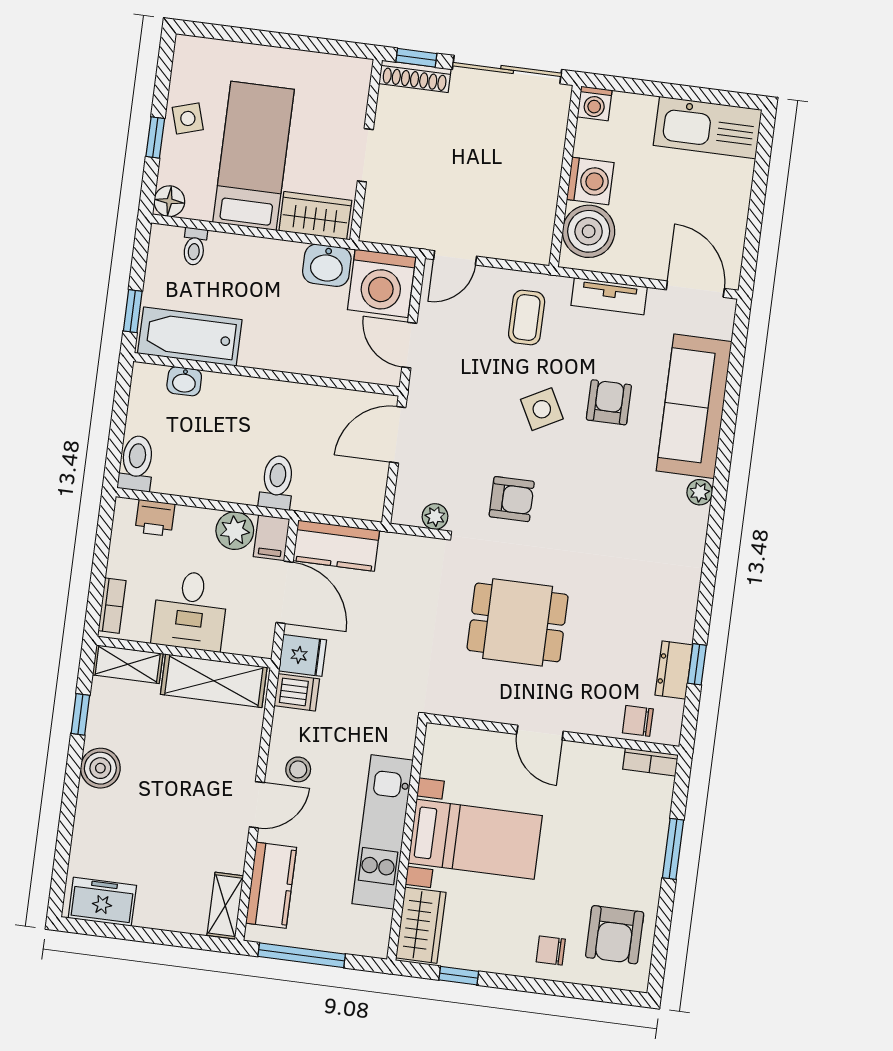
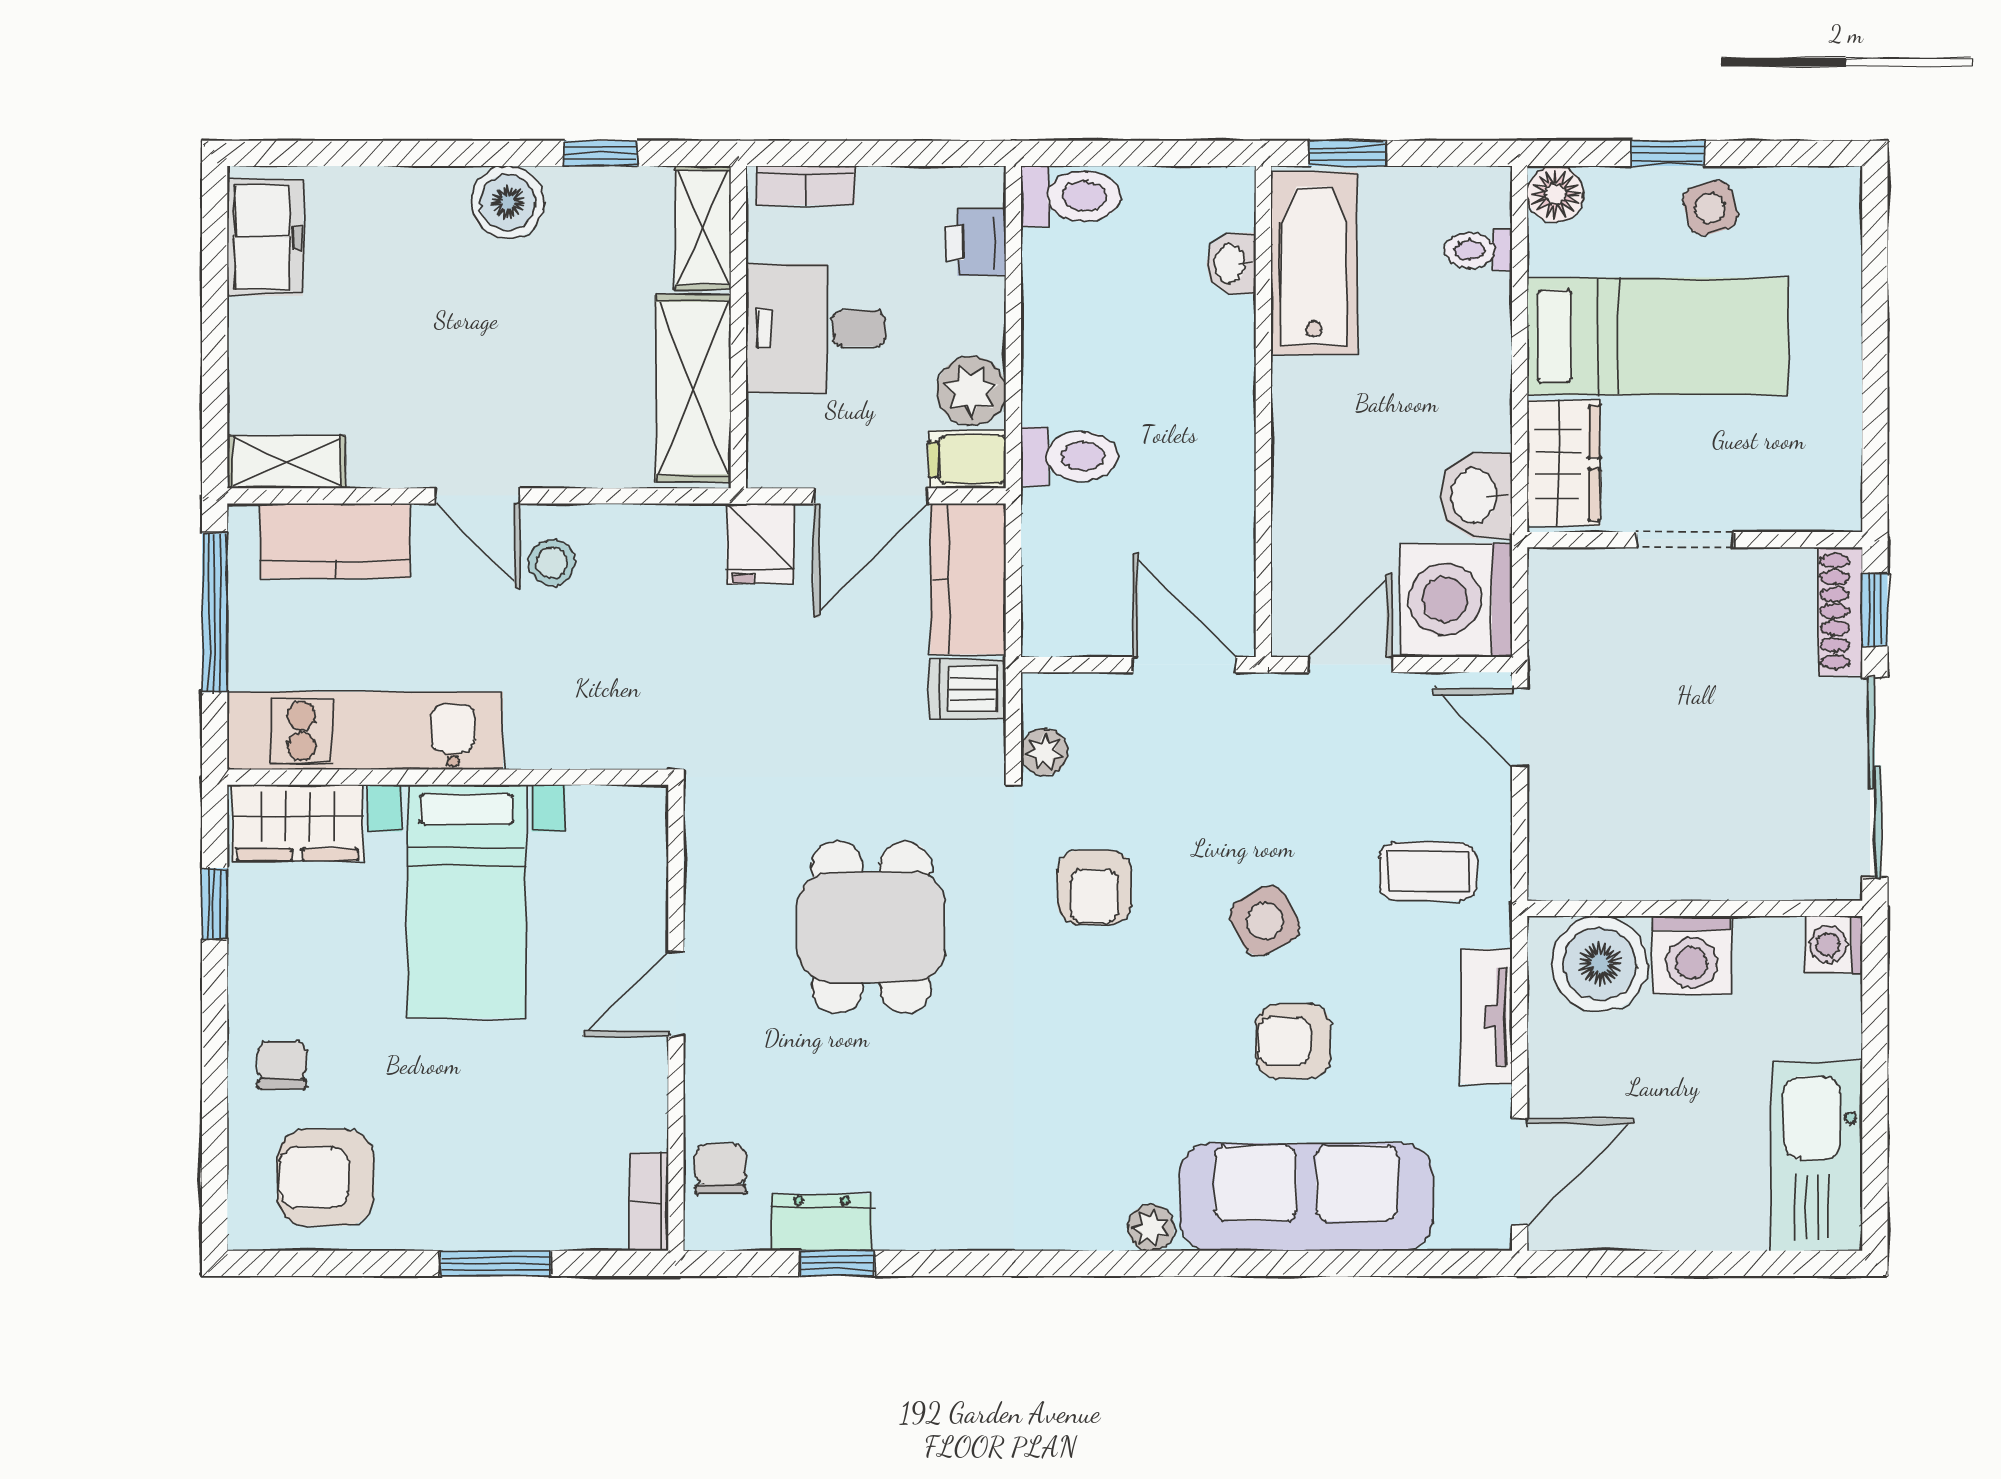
armchair: (609, 402) -> (1293, 1041), turned 180
dishwasher: (297, 692) -> (968, 689), moved, turned 90
kitchen unit: (382, 832) -> (365, 731), moved

